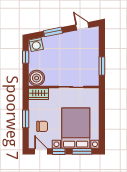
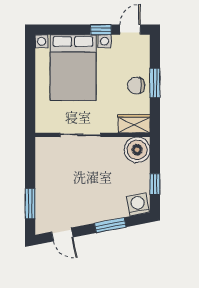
window: (102, 66) -> (30, 204), moved
chair: (42, 126) -> (136, 86), moved
door: (41, 151) -> (130, 30), swing flipped
window: (82, 151) -> (63, 30), removed

